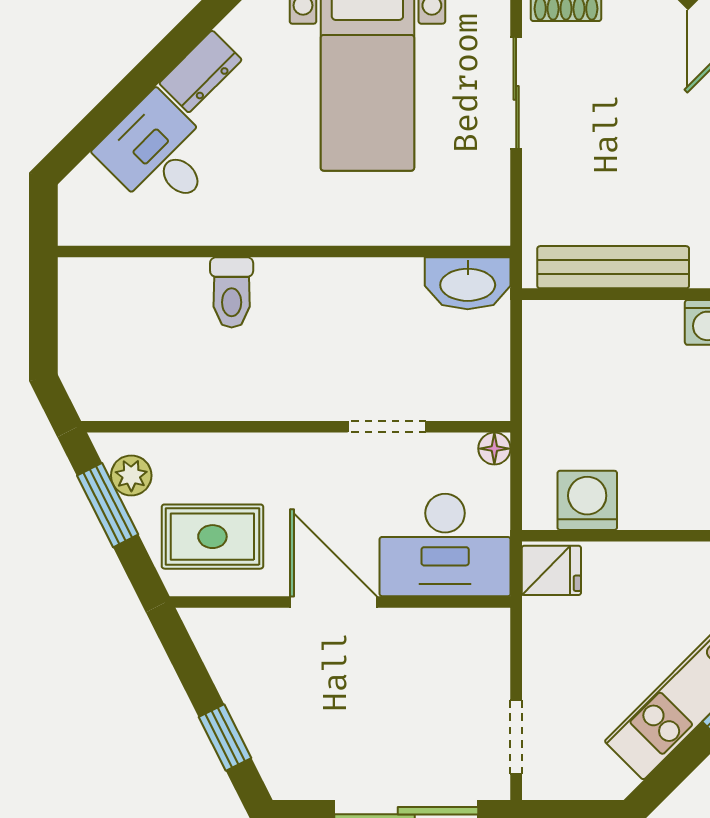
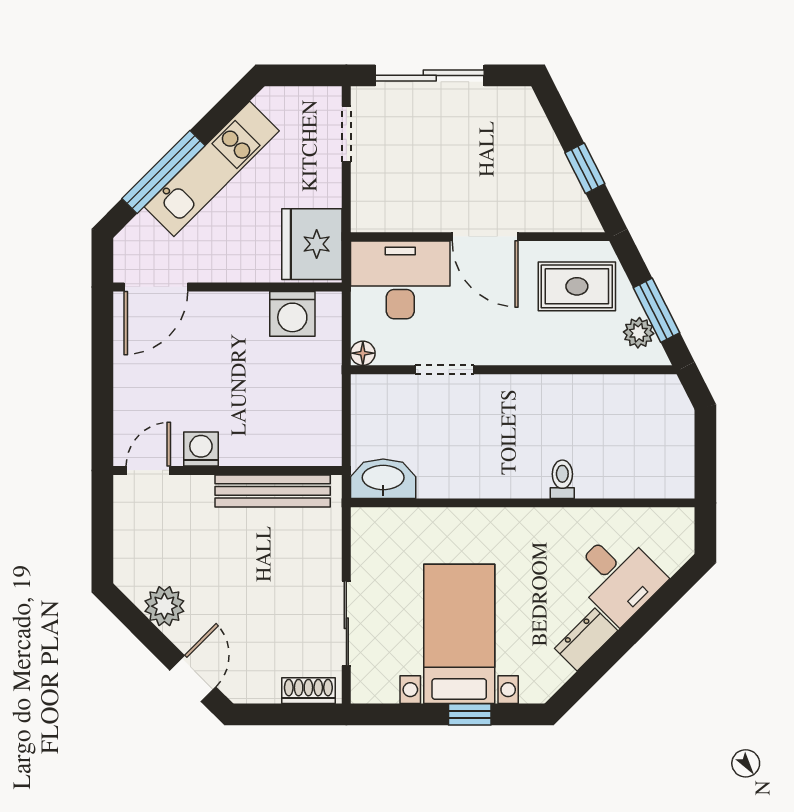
toilet: (232, 292) -> (562, 479), width x0.73, depth x0.72
fridge: (551, 570) -> (312, 244), width x1.88, depth x1.34
window: (225, 738) -> (585, 168), moved

